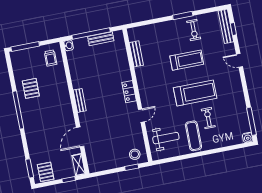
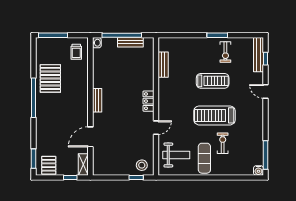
pallet: (31, 88) -> (50, 78), width x1.50, depth x1.42
treadmill: (195, 93) -> (214, 115), turned 180

